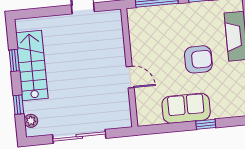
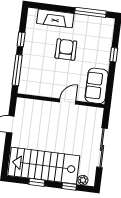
stairs: (32, 65) -> (44, 166), width x1.36, depth x1.51
sofa: (186, 108) -> (97, 86), moved

